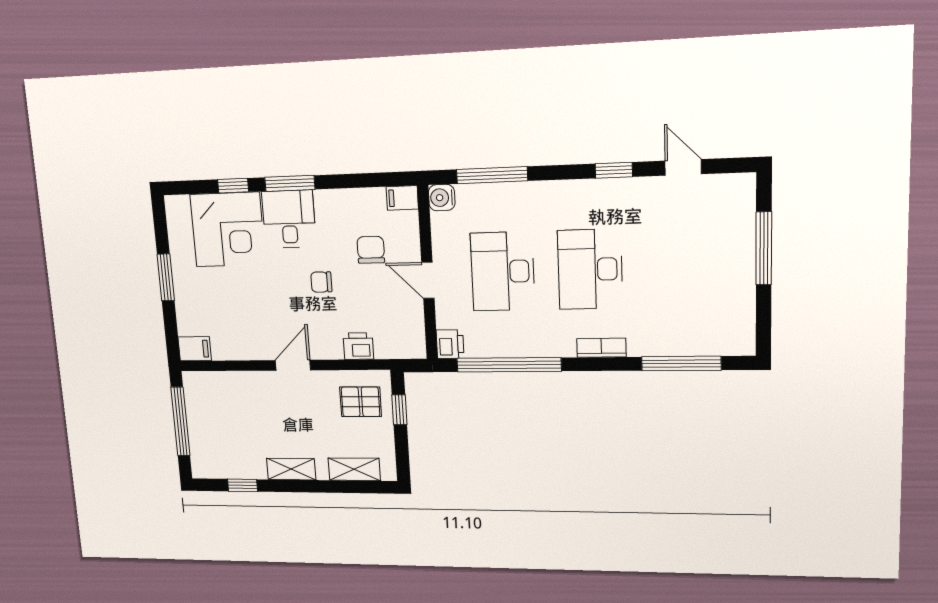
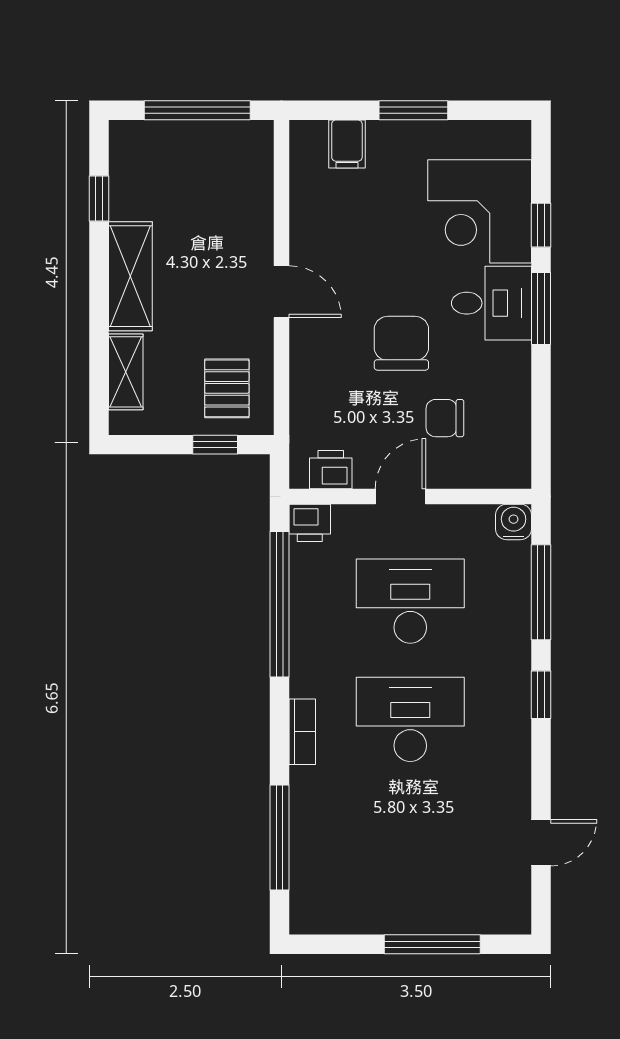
window: (614, 170) -> (541, 695), moved
filing cabinet: (402, 198) -> (515, 467), removed
chair: (371, 250) -> (445, 418), turned 180
chair: (321, 282) -> (401, 343), width x1.87, depth x1.87
printer: (358, 346) -> (331, 470), moved, turned -90
filing cabinet: (195, 349) -> (347, 144), moved
shelving: (291, 469) -> (130, 276), width x1.50, depth x1.33

